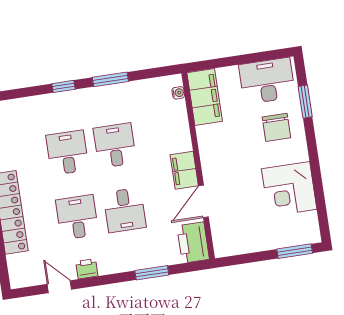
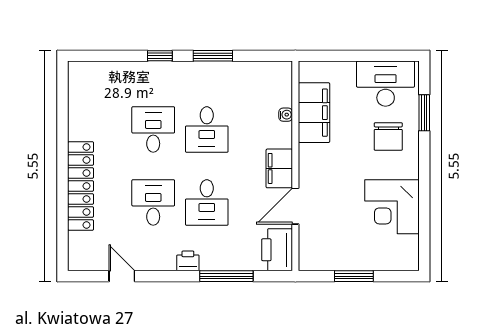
water cooler: (178, 93) -> (286, 115), moved
filing cabinet: (205, 97) -> (314, 113), moved
desk: (115, 145) -> (207, 129), turned 180
window: (295, 251) -> (354, 276), moved
printer: (87, 269) -> (188, 261), moved
window: (152, 273) -> (226, 276), width x1.44

